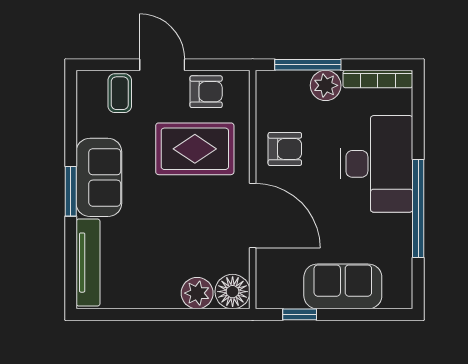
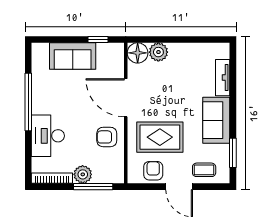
armchair: (206, 92) -> (153, 171), turned 90
coffee table: (120, 93) -> (204, 170), turned 90
desk: (376, 164) -> (48, 136), width x0.73, depth x0.77
window: (71, 191) -> (233, 153), moved
tv unit: (88, 263) -> (223, 78), width x0.71

